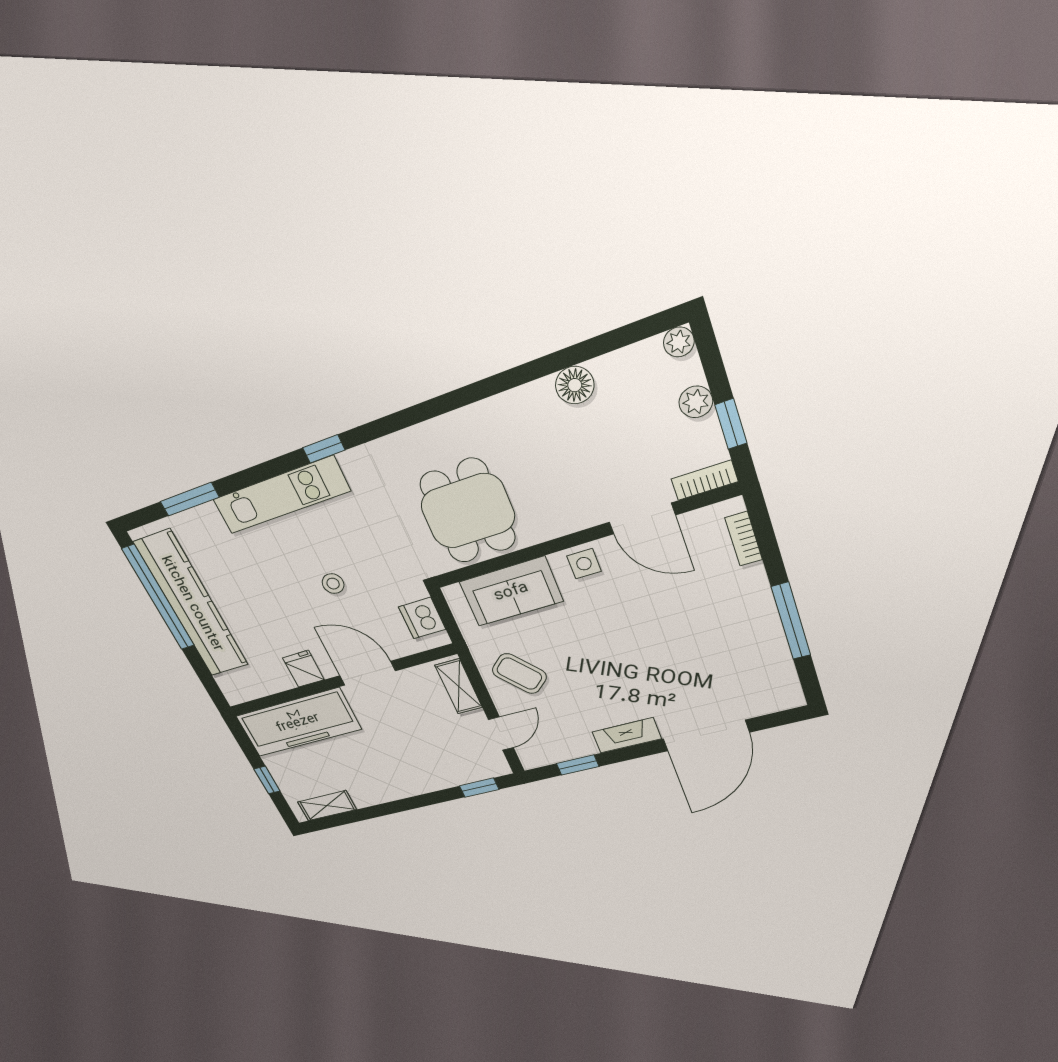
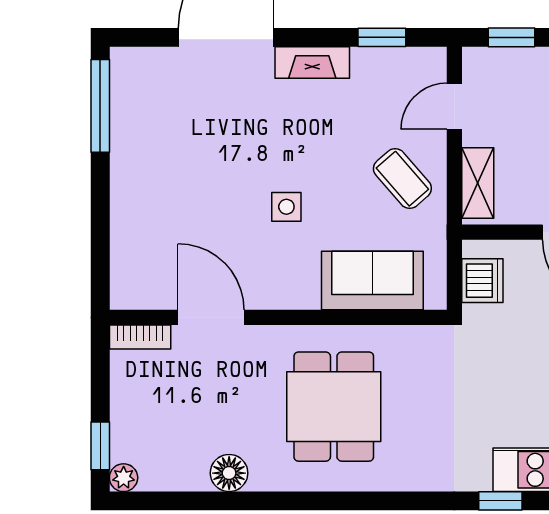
plant: (696, 402) -> (125, 417), removed
window: (731, 424) -> (100, 446), moved
dining table: (468, 511) -> (334, 407), moved
bookcase: (744, 539) -> (121, 263), removed
side table: (584, 564) -> (286, 207), moved
window: (791, 621) -> (100, 106), moved

